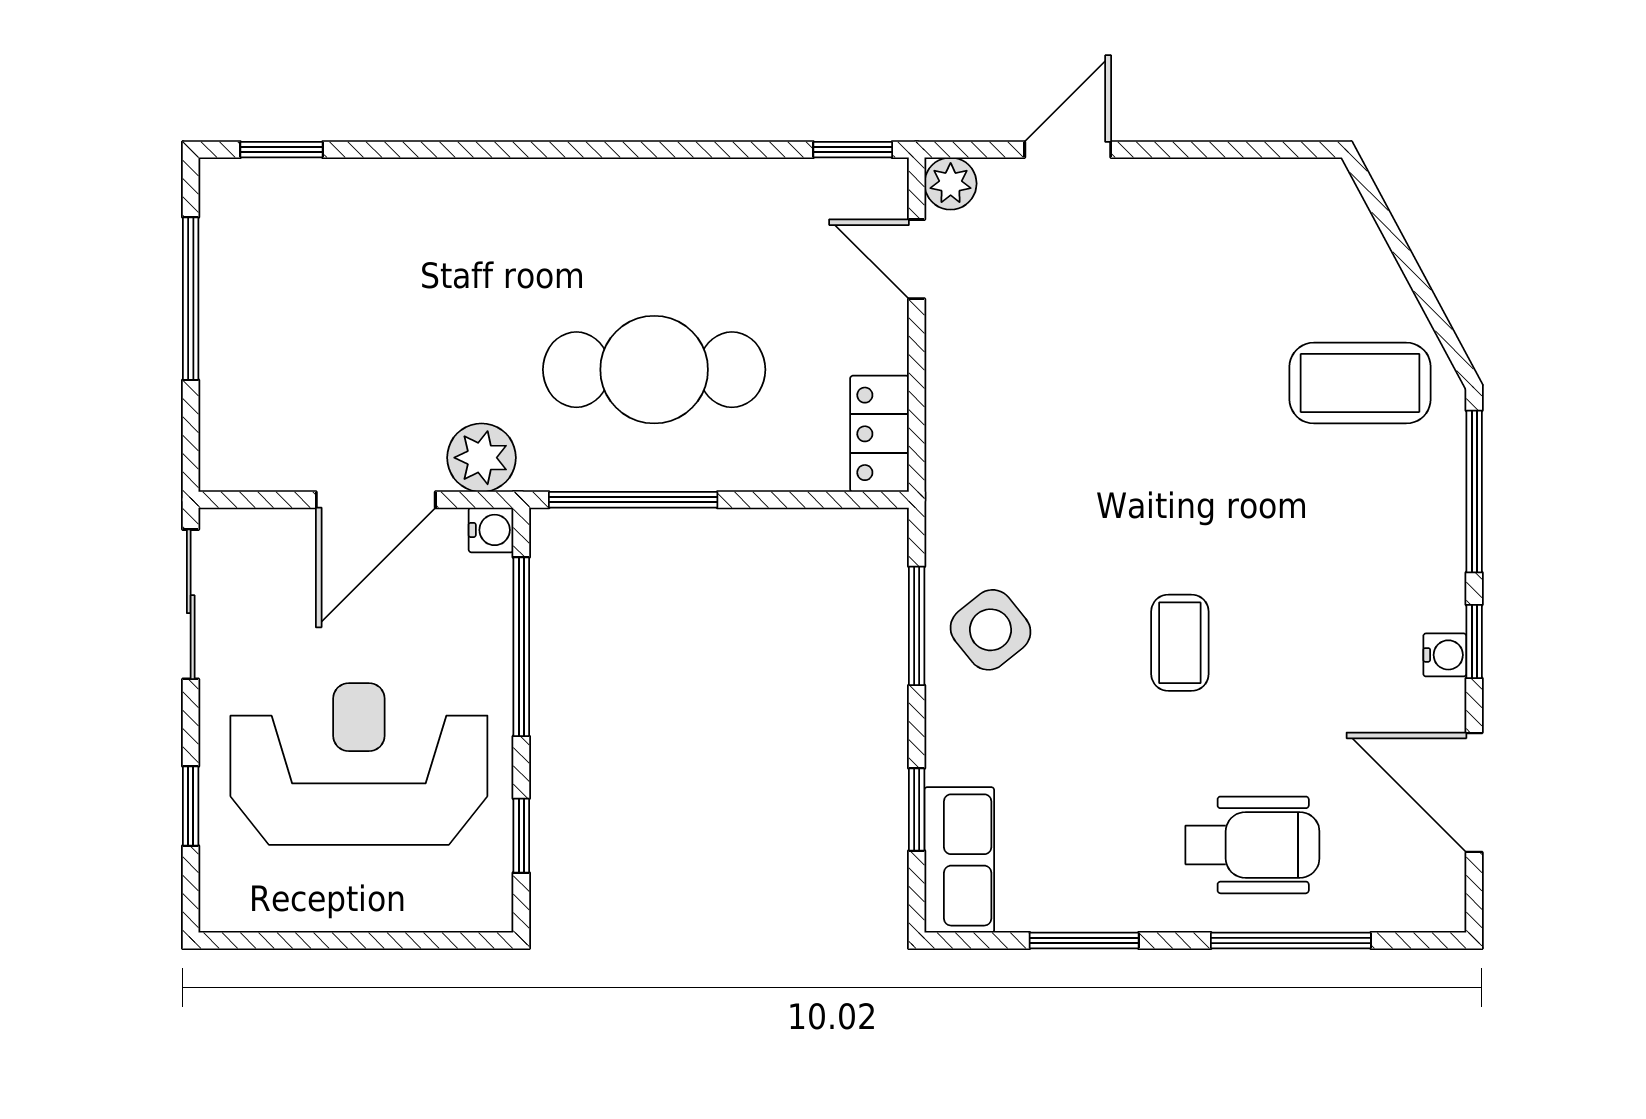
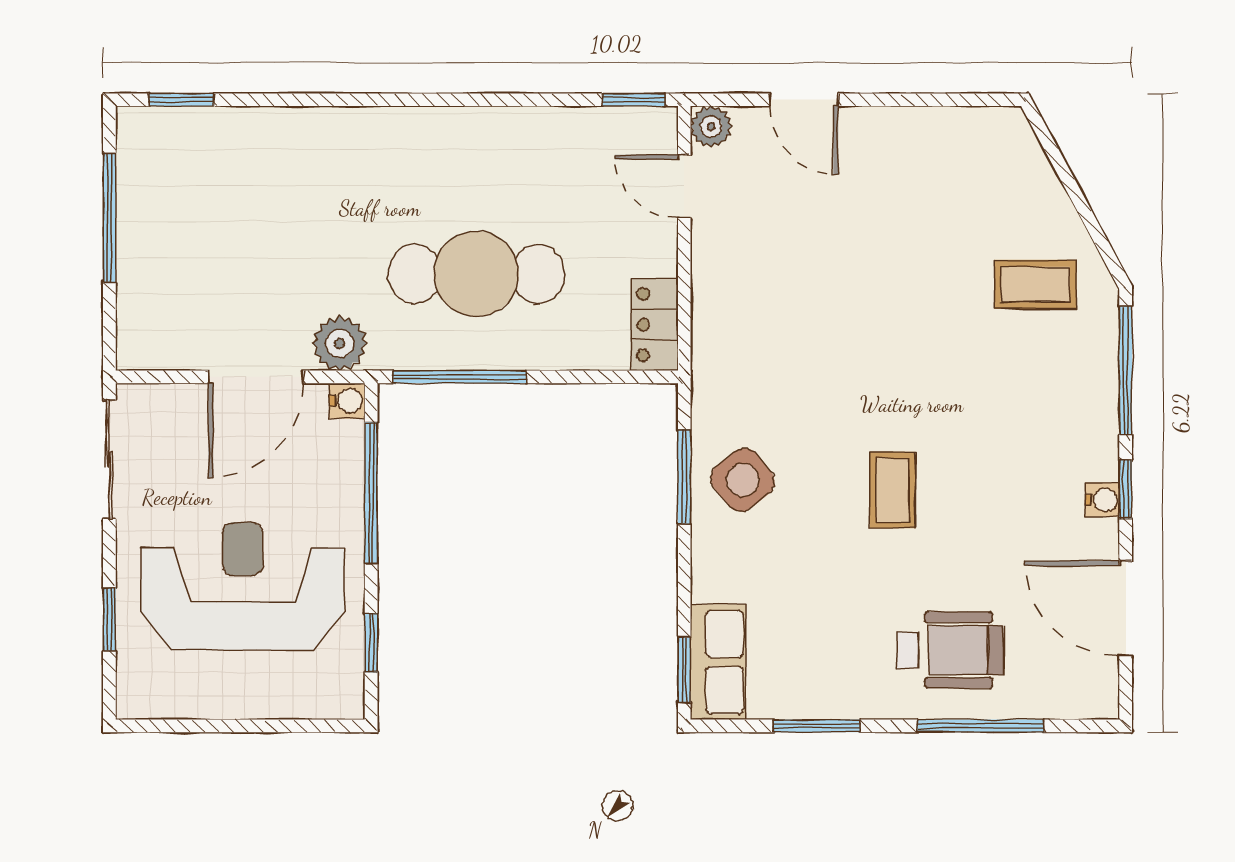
door: (1068, 150) -> (804, 100), swing flipped
coffee table: (1360, 383) -> (1035, 284), width x0.73, depth x0.77
window: (917, 810) -> (684, 670), moved

